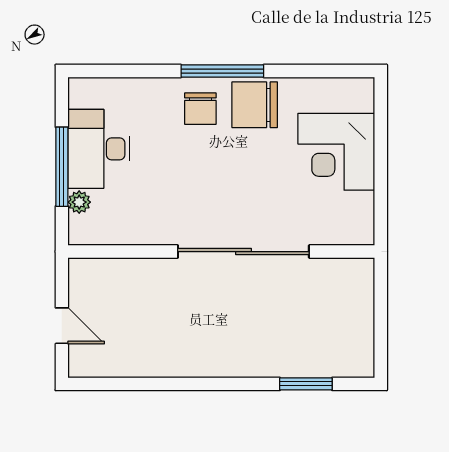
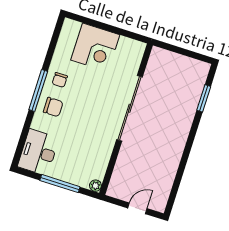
chair: (255, 105) -> (60, 80), width x0.54, depth x0.54
desk: (99, 149) -> (38, 152), moved, turned 90
plant: (79, 202) -> (95, 186), moved

